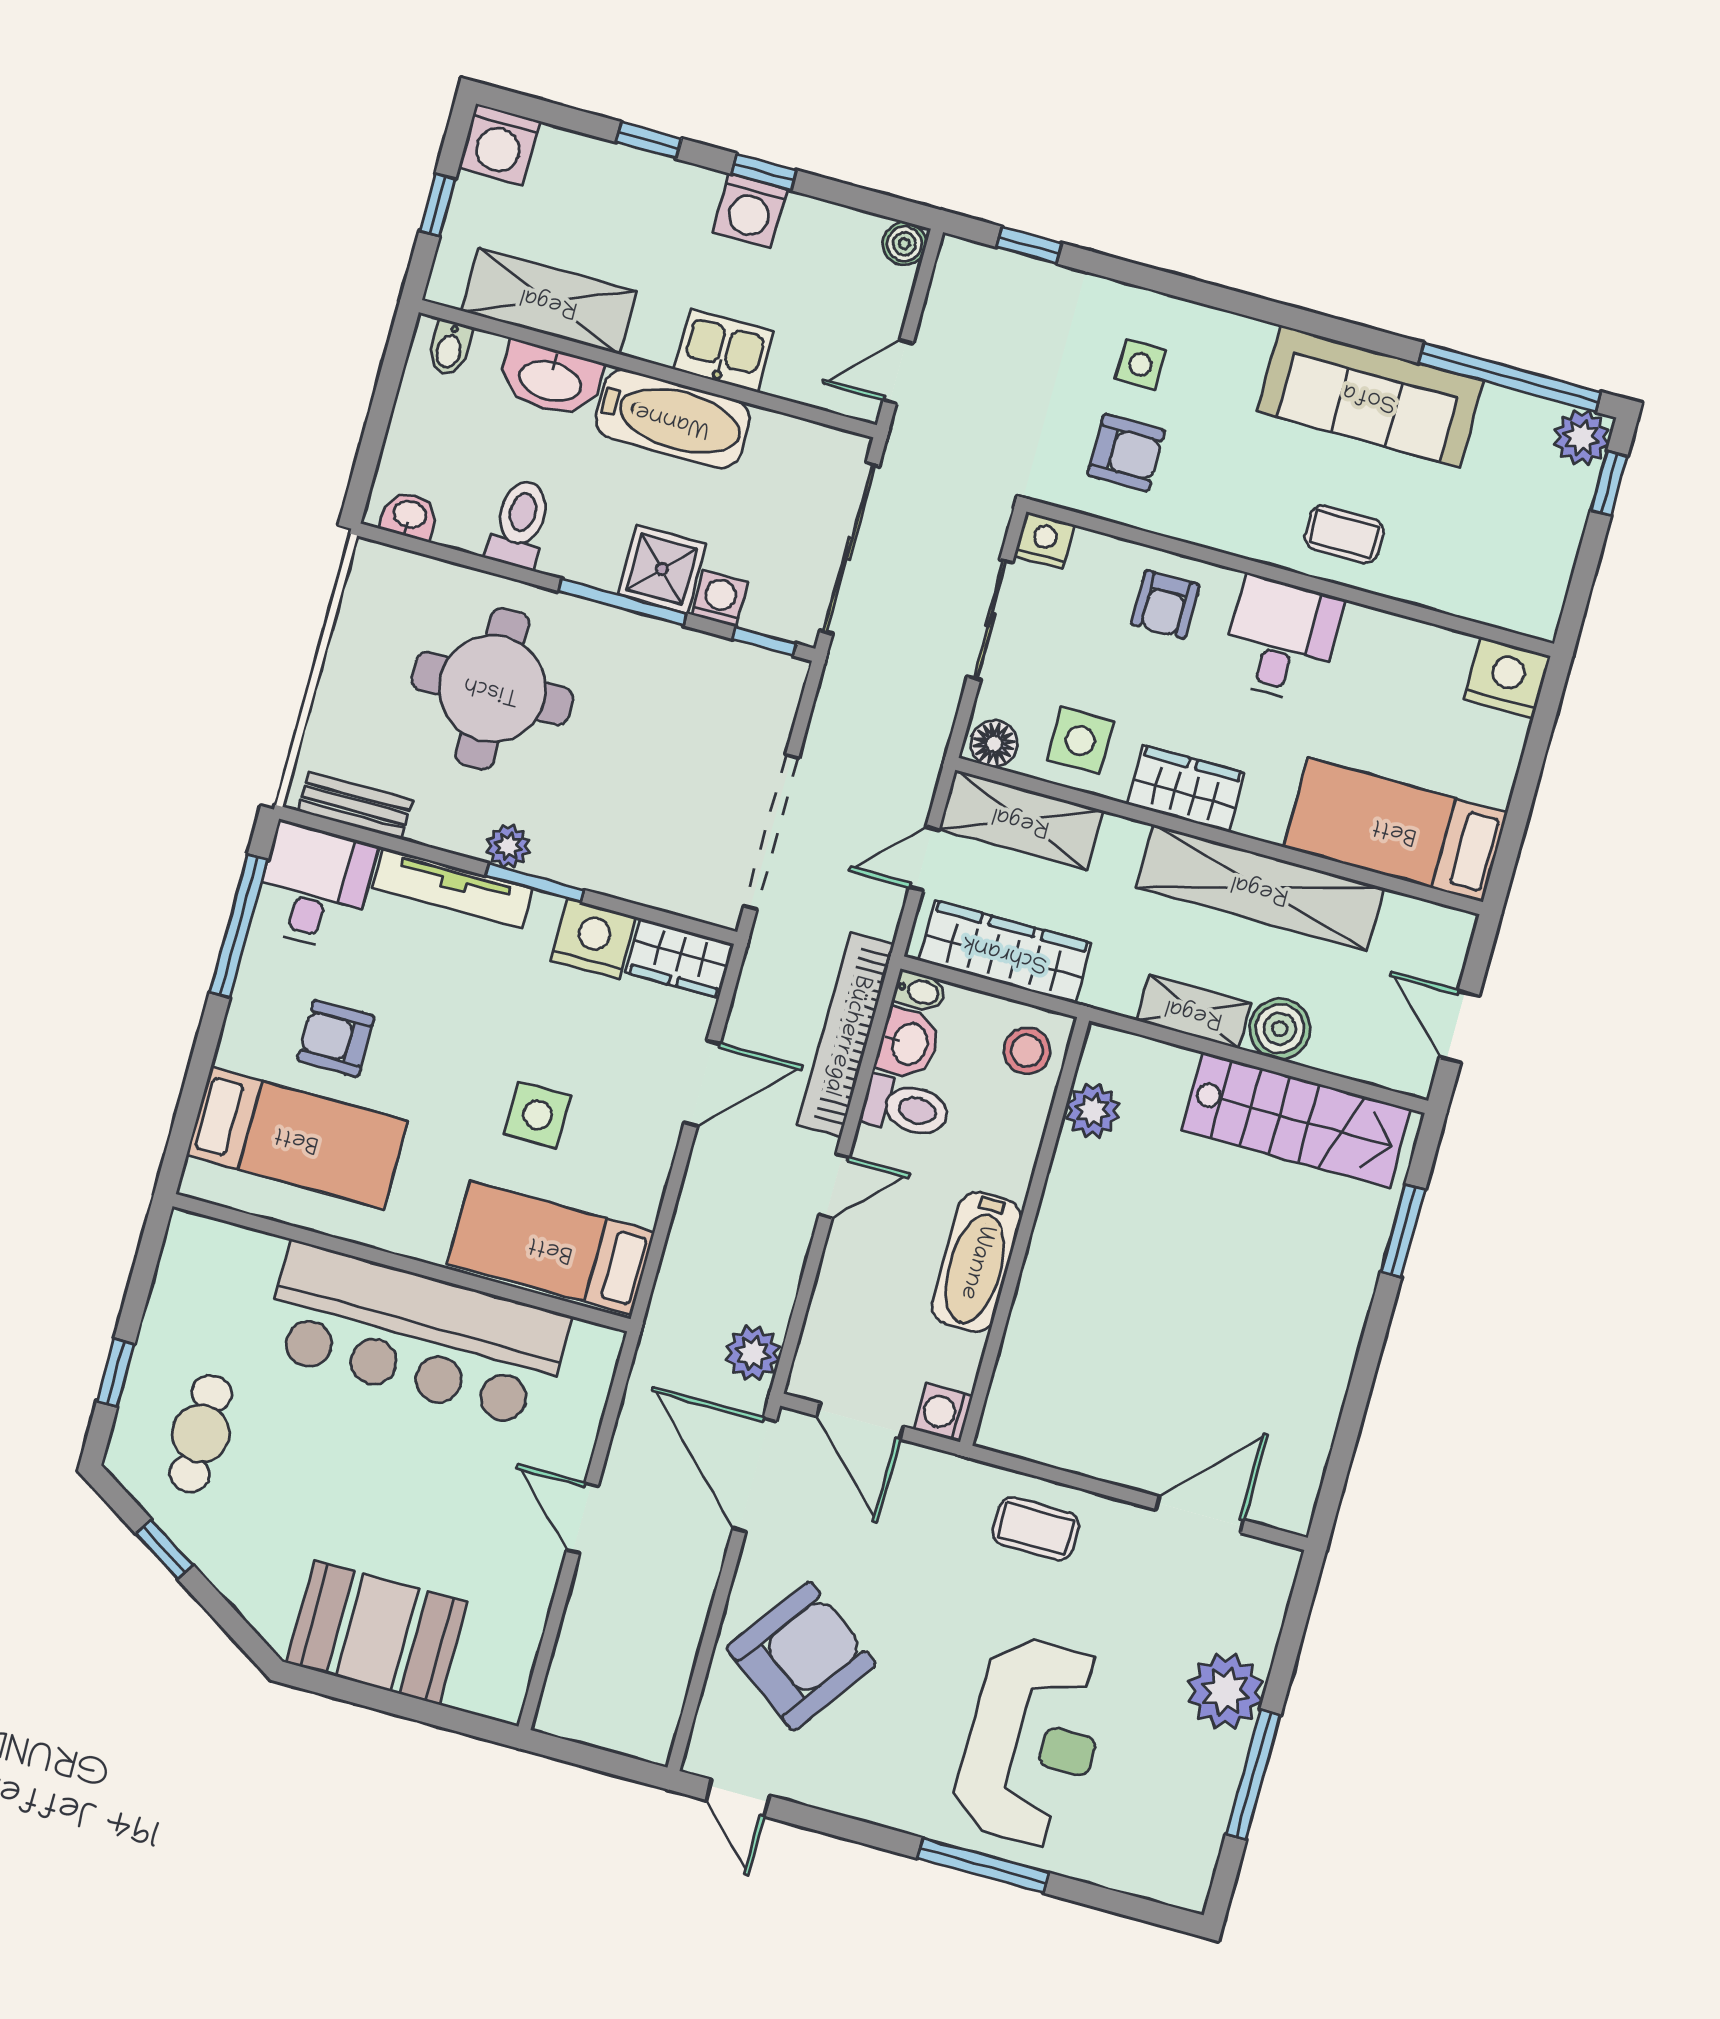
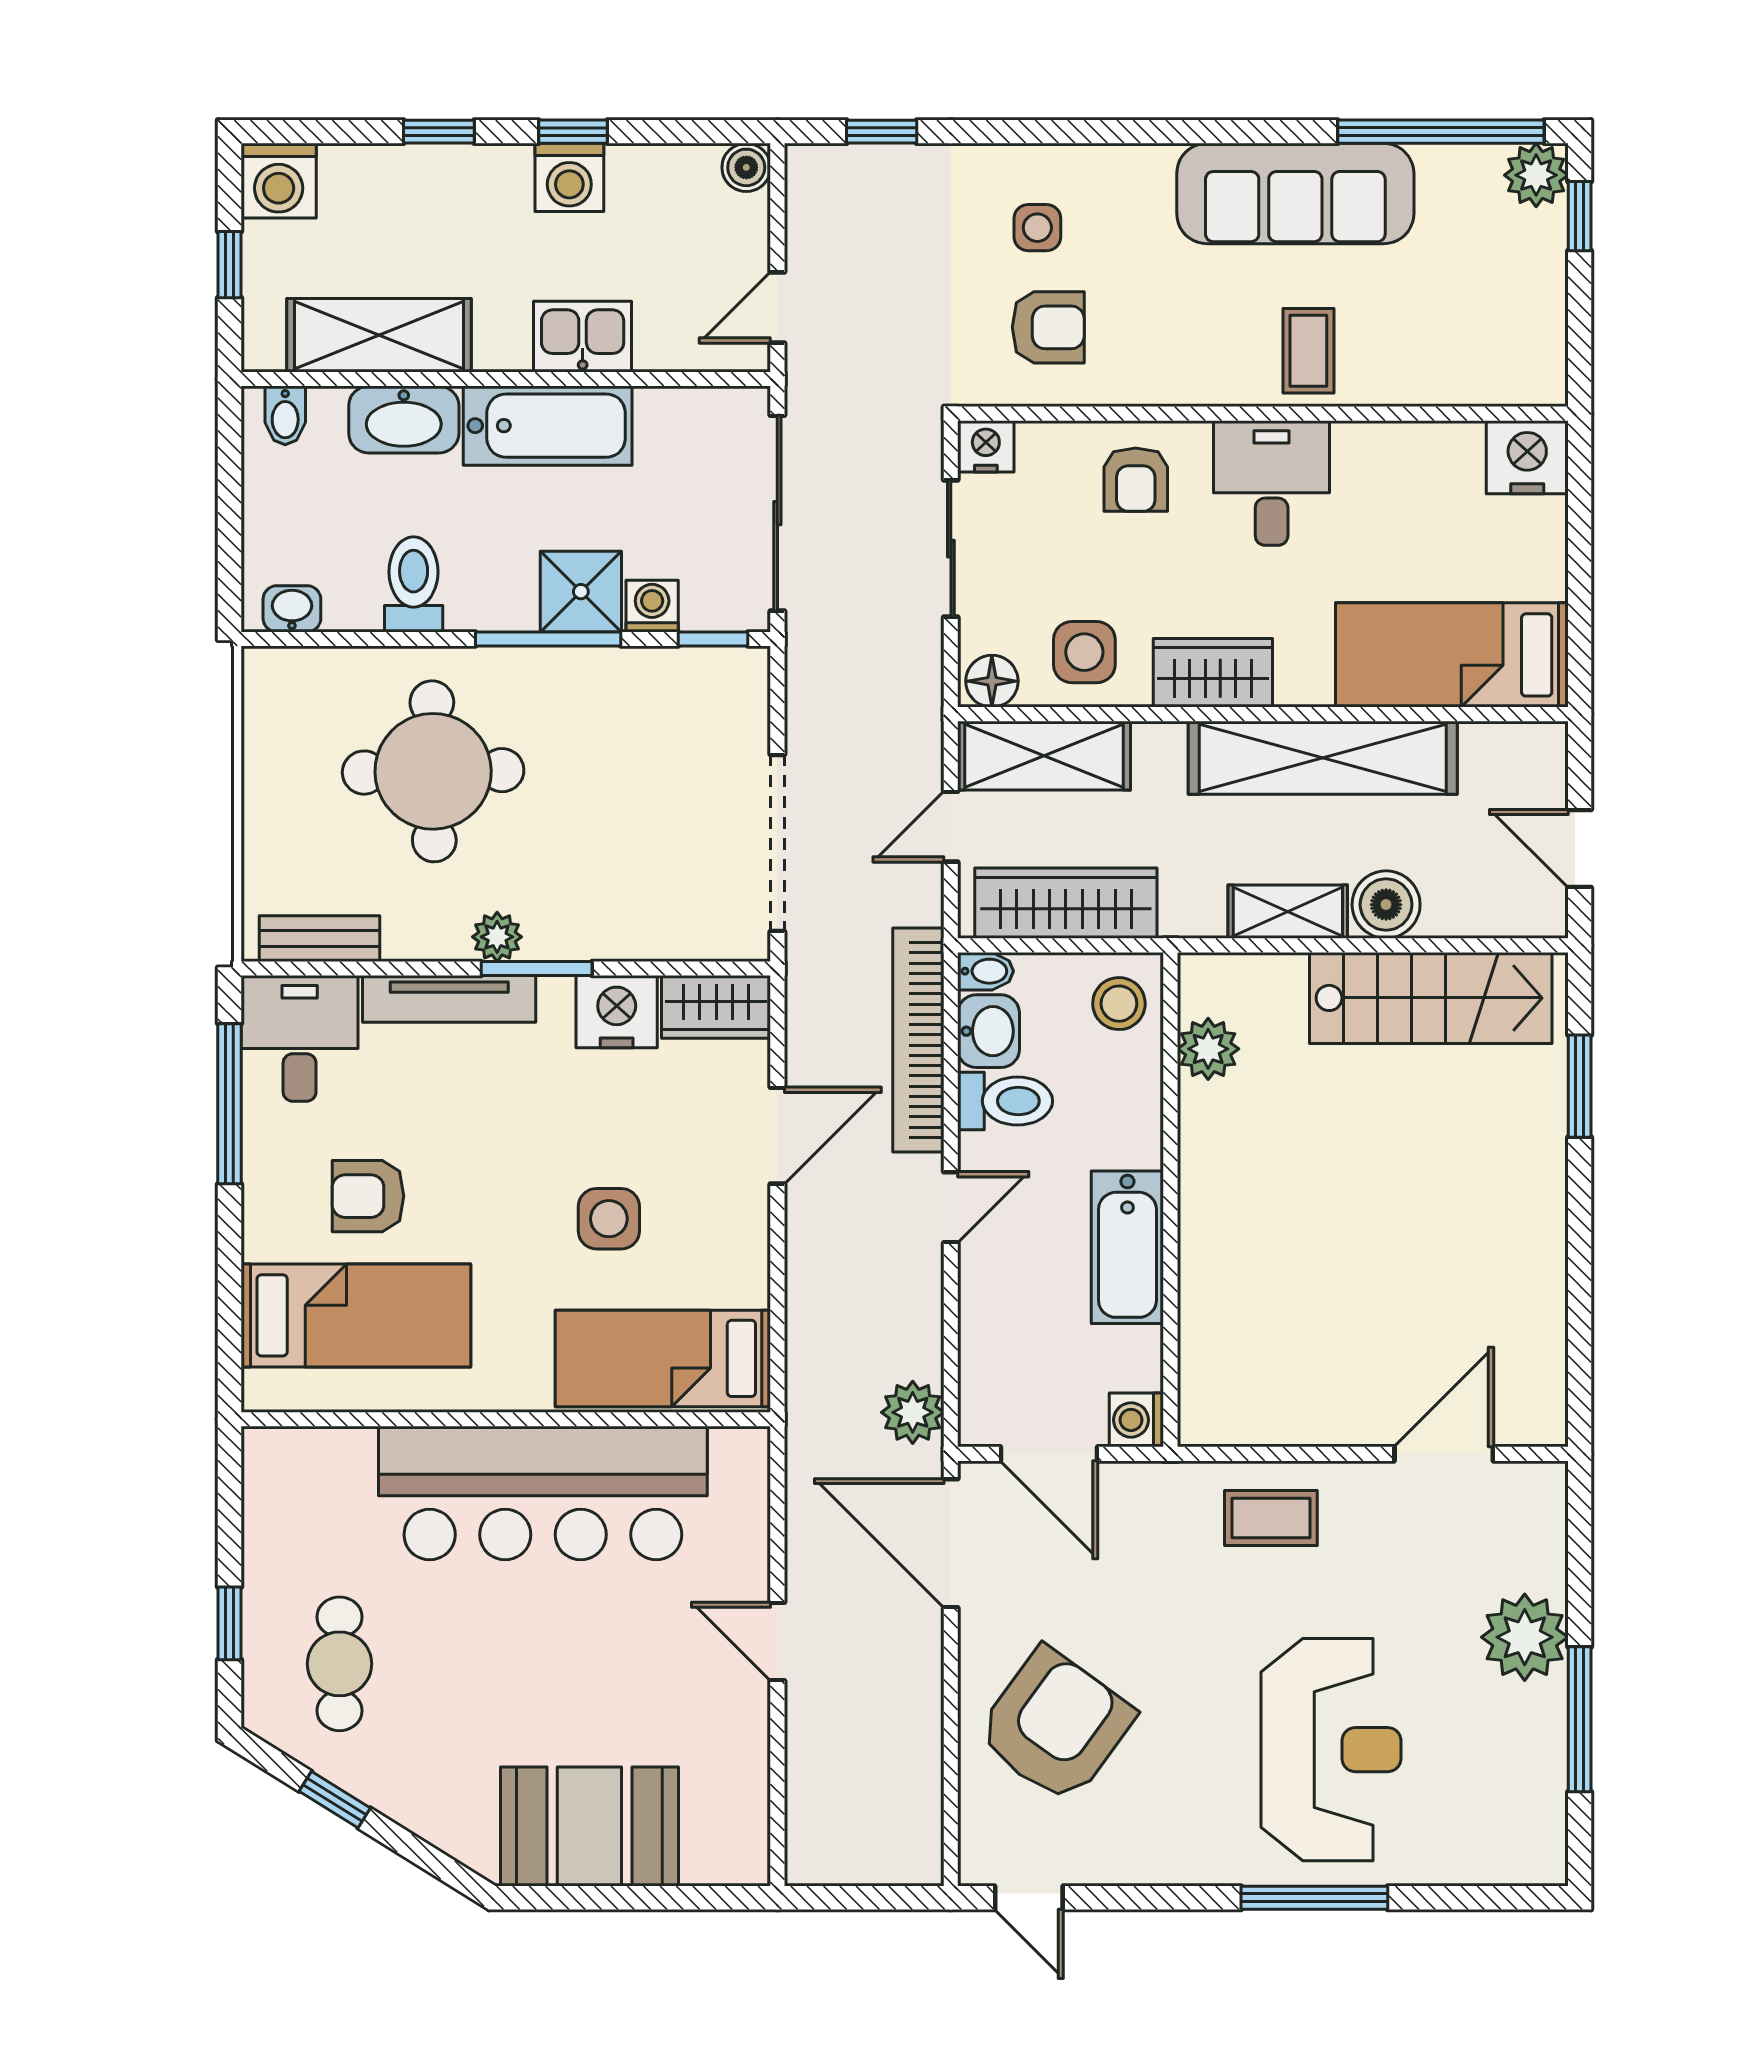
coffee table: (1344, 534) -> (1308, 351), turned 90

